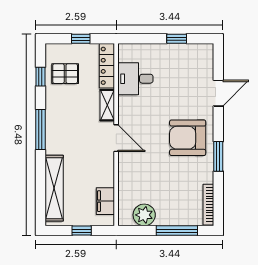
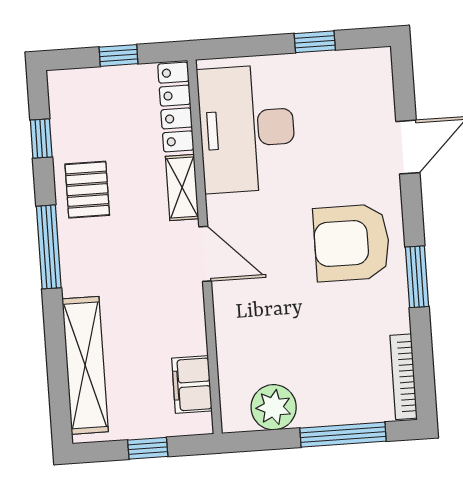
pallet: (65, 74) -> (87, 190), moved, turned 90
desk: (135, 79) -> (247, 129), width x1.87, depth x1.30

